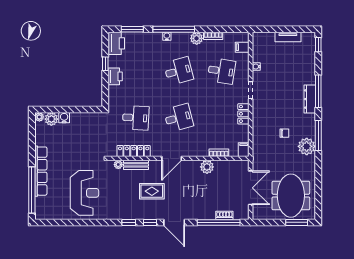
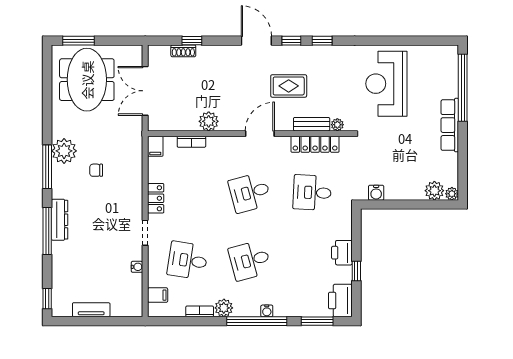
water cooler: (64, 118) -> (376, 193), moved
row of seats: (41, 171) -> (450, 125), width x0.73
window: (219, 222) -> (192, 41), width x0.32

